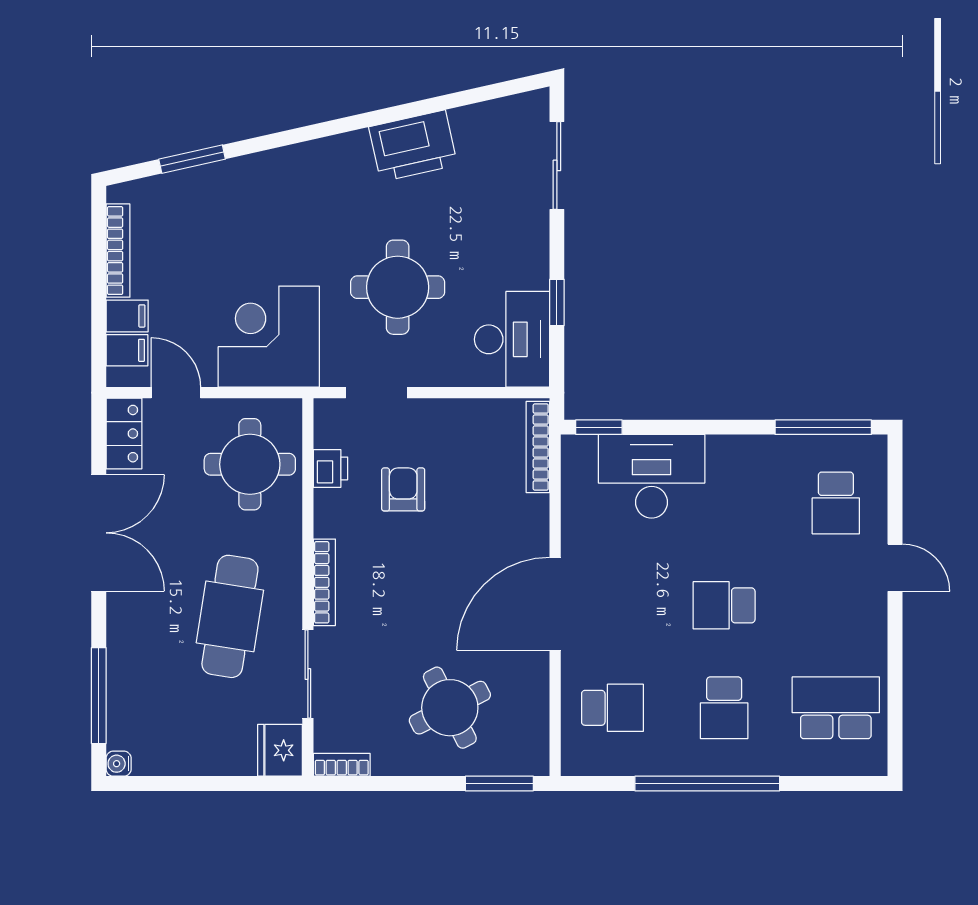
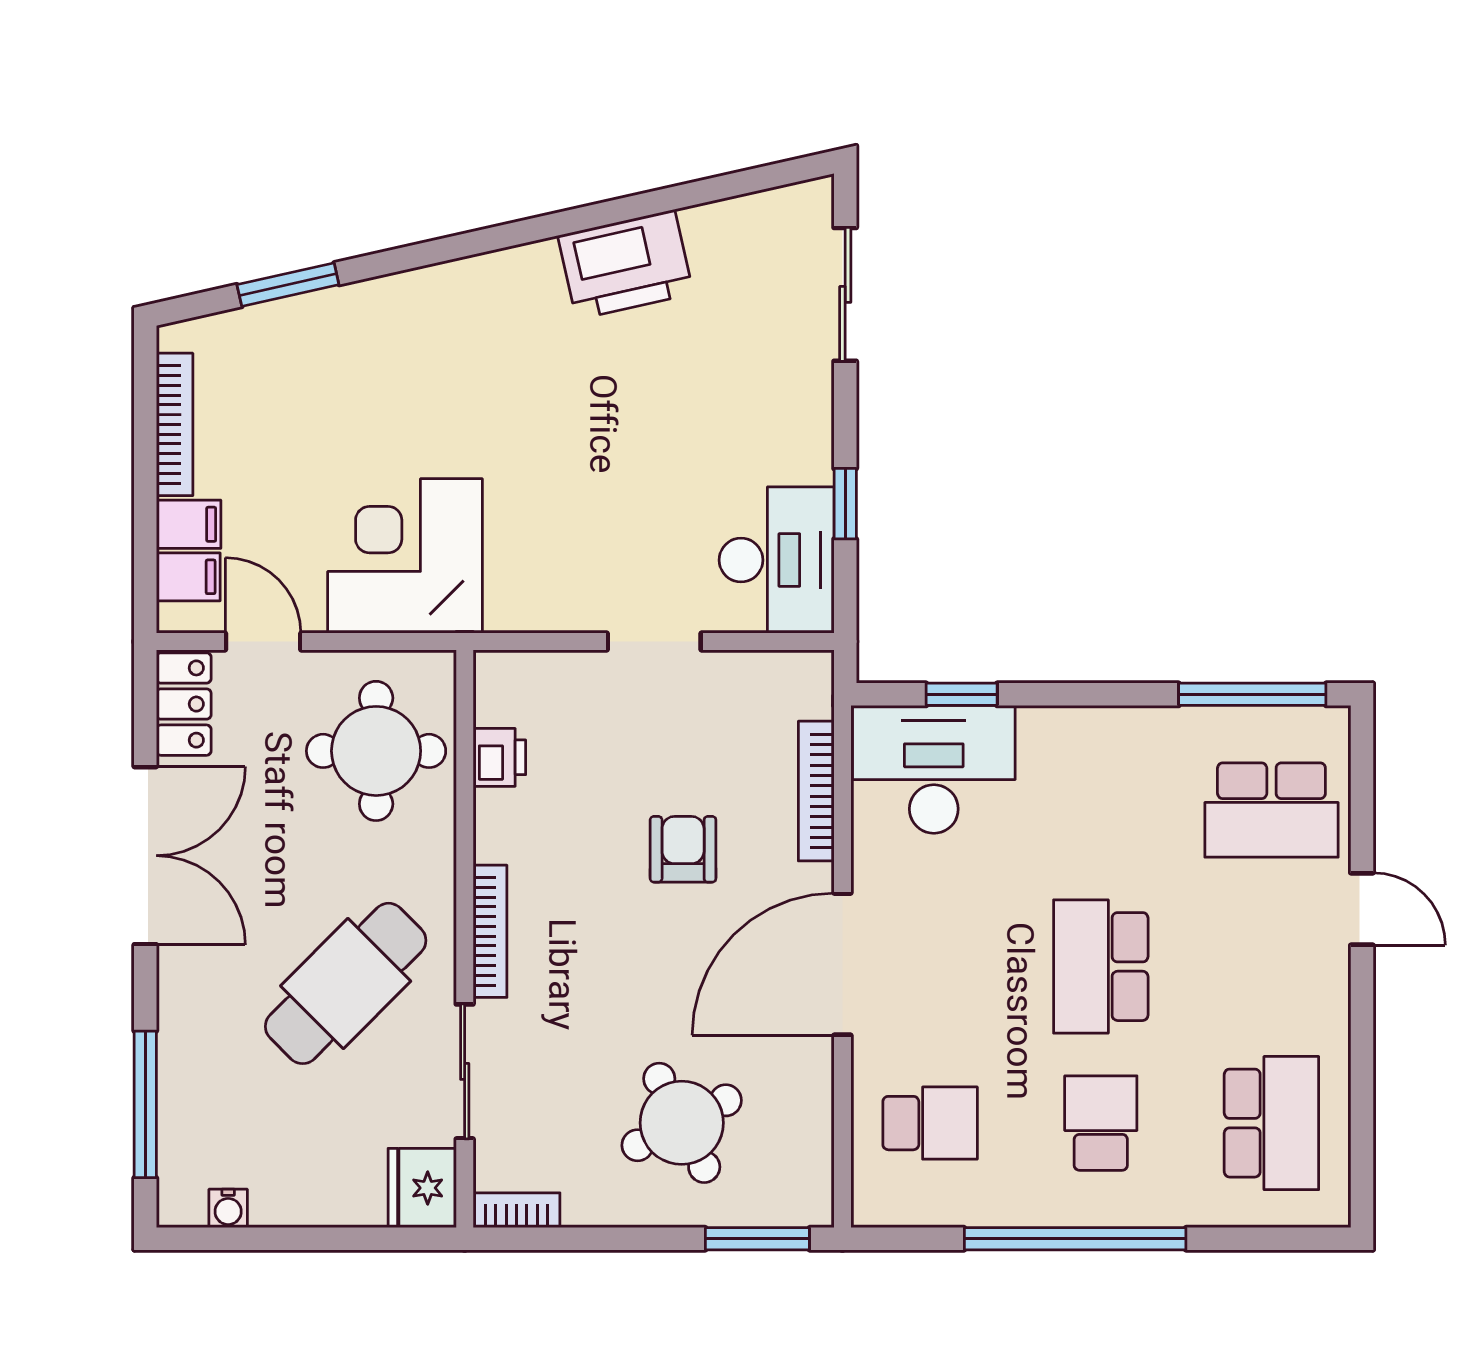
round table: (398, 287) -> (602, 480), removed
doorway: (376, 393) -> (654, 642), moved
window: (599, 427) -> (962, 694), moved
bookcase: (538, 447) -> (816, 791), moved
desk: (652, 476) -> (934, 769), moved
armchair: (403, 489) -> (683, 849), moved
school desk: (836, 503) -> (1271, 810), width x1.85
school desk: (724, 605) -> (1101, 967), width x1.85
cafe table: (230, 616) -> (346, 983), turned 36
school desk: (724, 708) -> (1101, 1123), turned 180
school desk: (836, 708) -> (1271, 1123), turned 90
water cooler: (119, 764) -> (228, 1208), moved, turned -90

